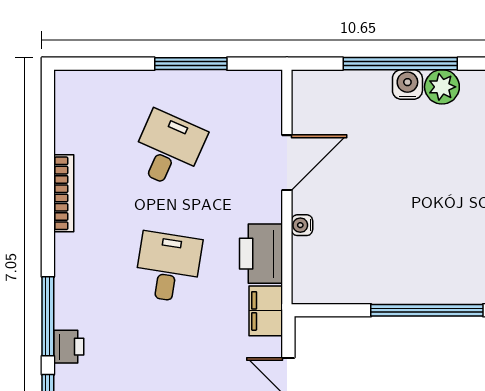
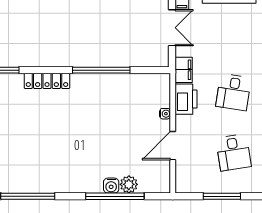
plant: (442, 87) -> (129, 184), moved
desk: (168, 149) -> (234, 152), turned -33

